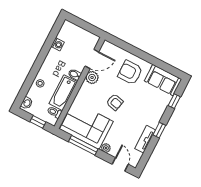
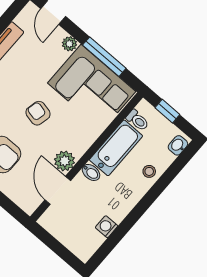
door: (92, 59) -> (58, 190), hinge flipped

